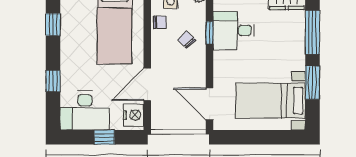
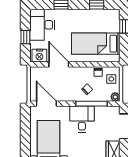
desk: (234, 31) -> (82, 119), moved
window: (209, 33) -> (92, 104), width x2.17
door: (209, 104) -> (46, 104), hinge flipped

